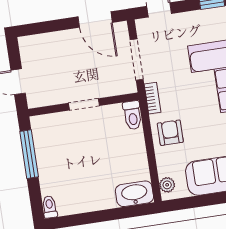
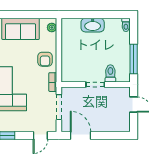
toilet: (132, 115) -> (110, 73), moved
washbasin: (134, 194) -> (93, 25), moved

